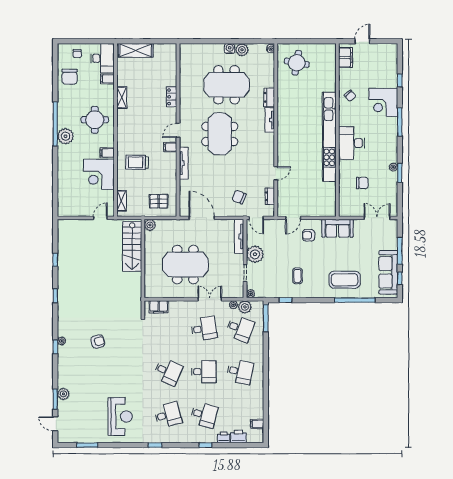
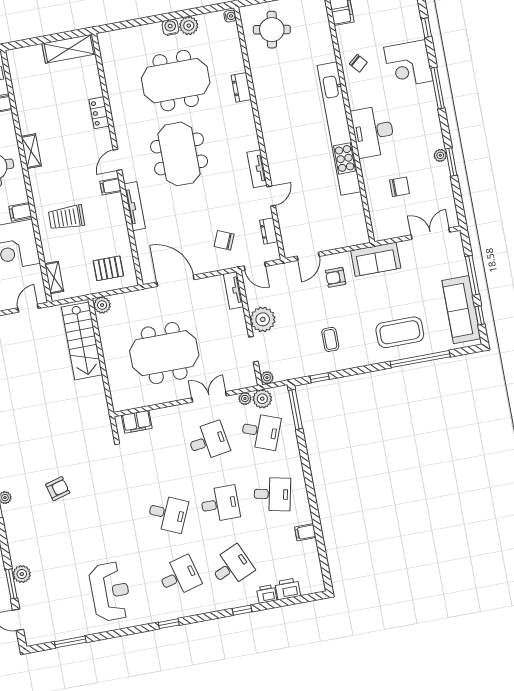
shelving: (136, 50) -> (69, 49), moved
shelving: (122, 97) -> (31, 151), moved
tv unit: (270, 120) -> (257, 169), moved
tv unit: (239, 236) -> (233, 290), width x0.71
desk: (204, 415) -> (232, 567), turned -39
filing cabinet: (257, 424) -> (305, 532), moved

